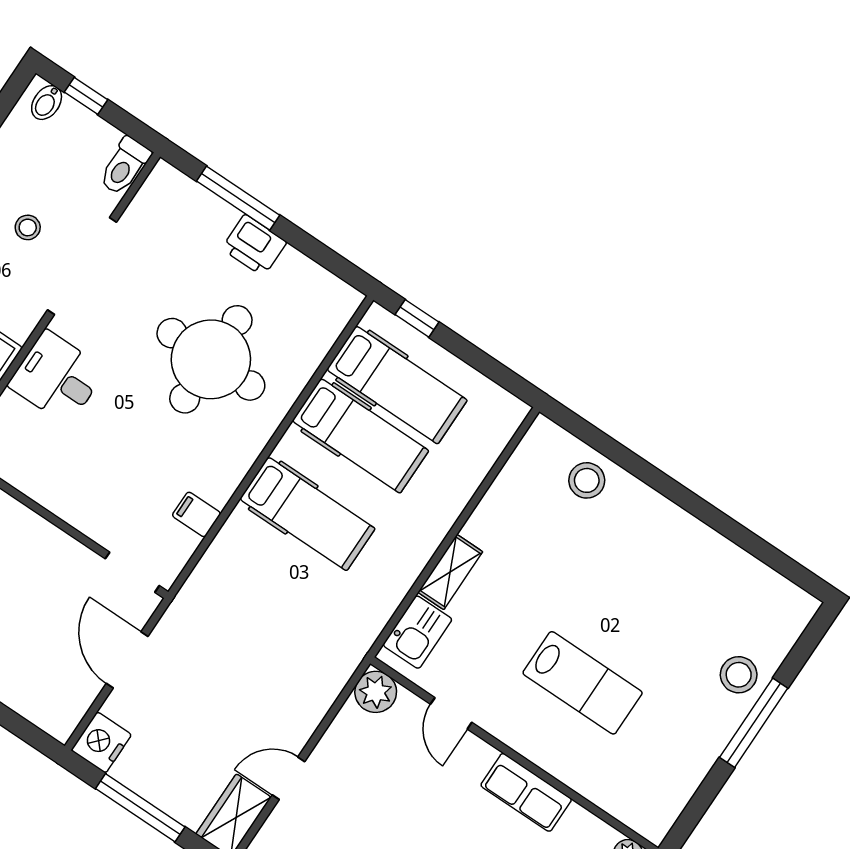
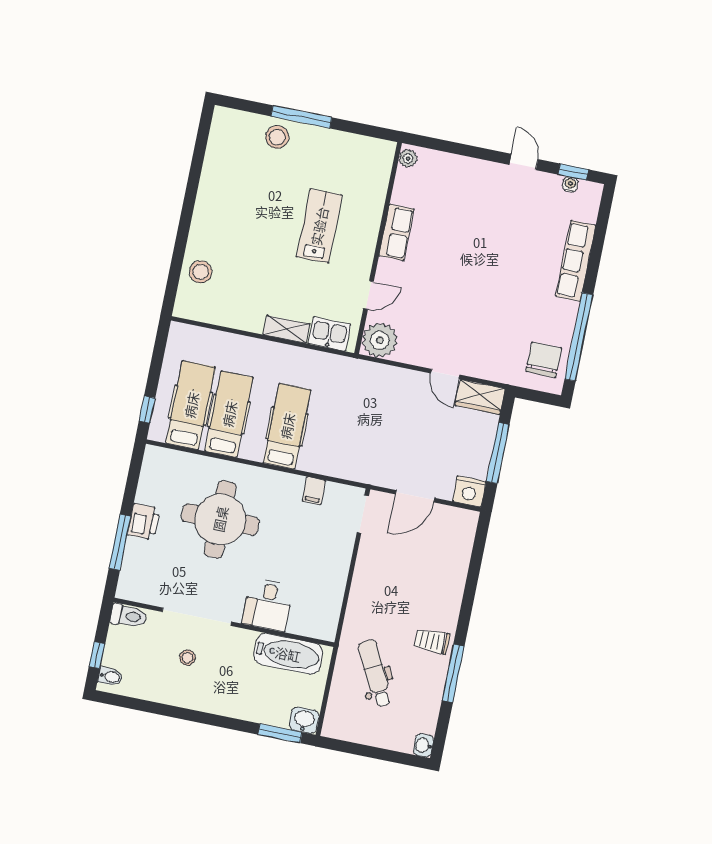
plant: (376, 692) -> (380, 340), width x1.36, depth x1.36

